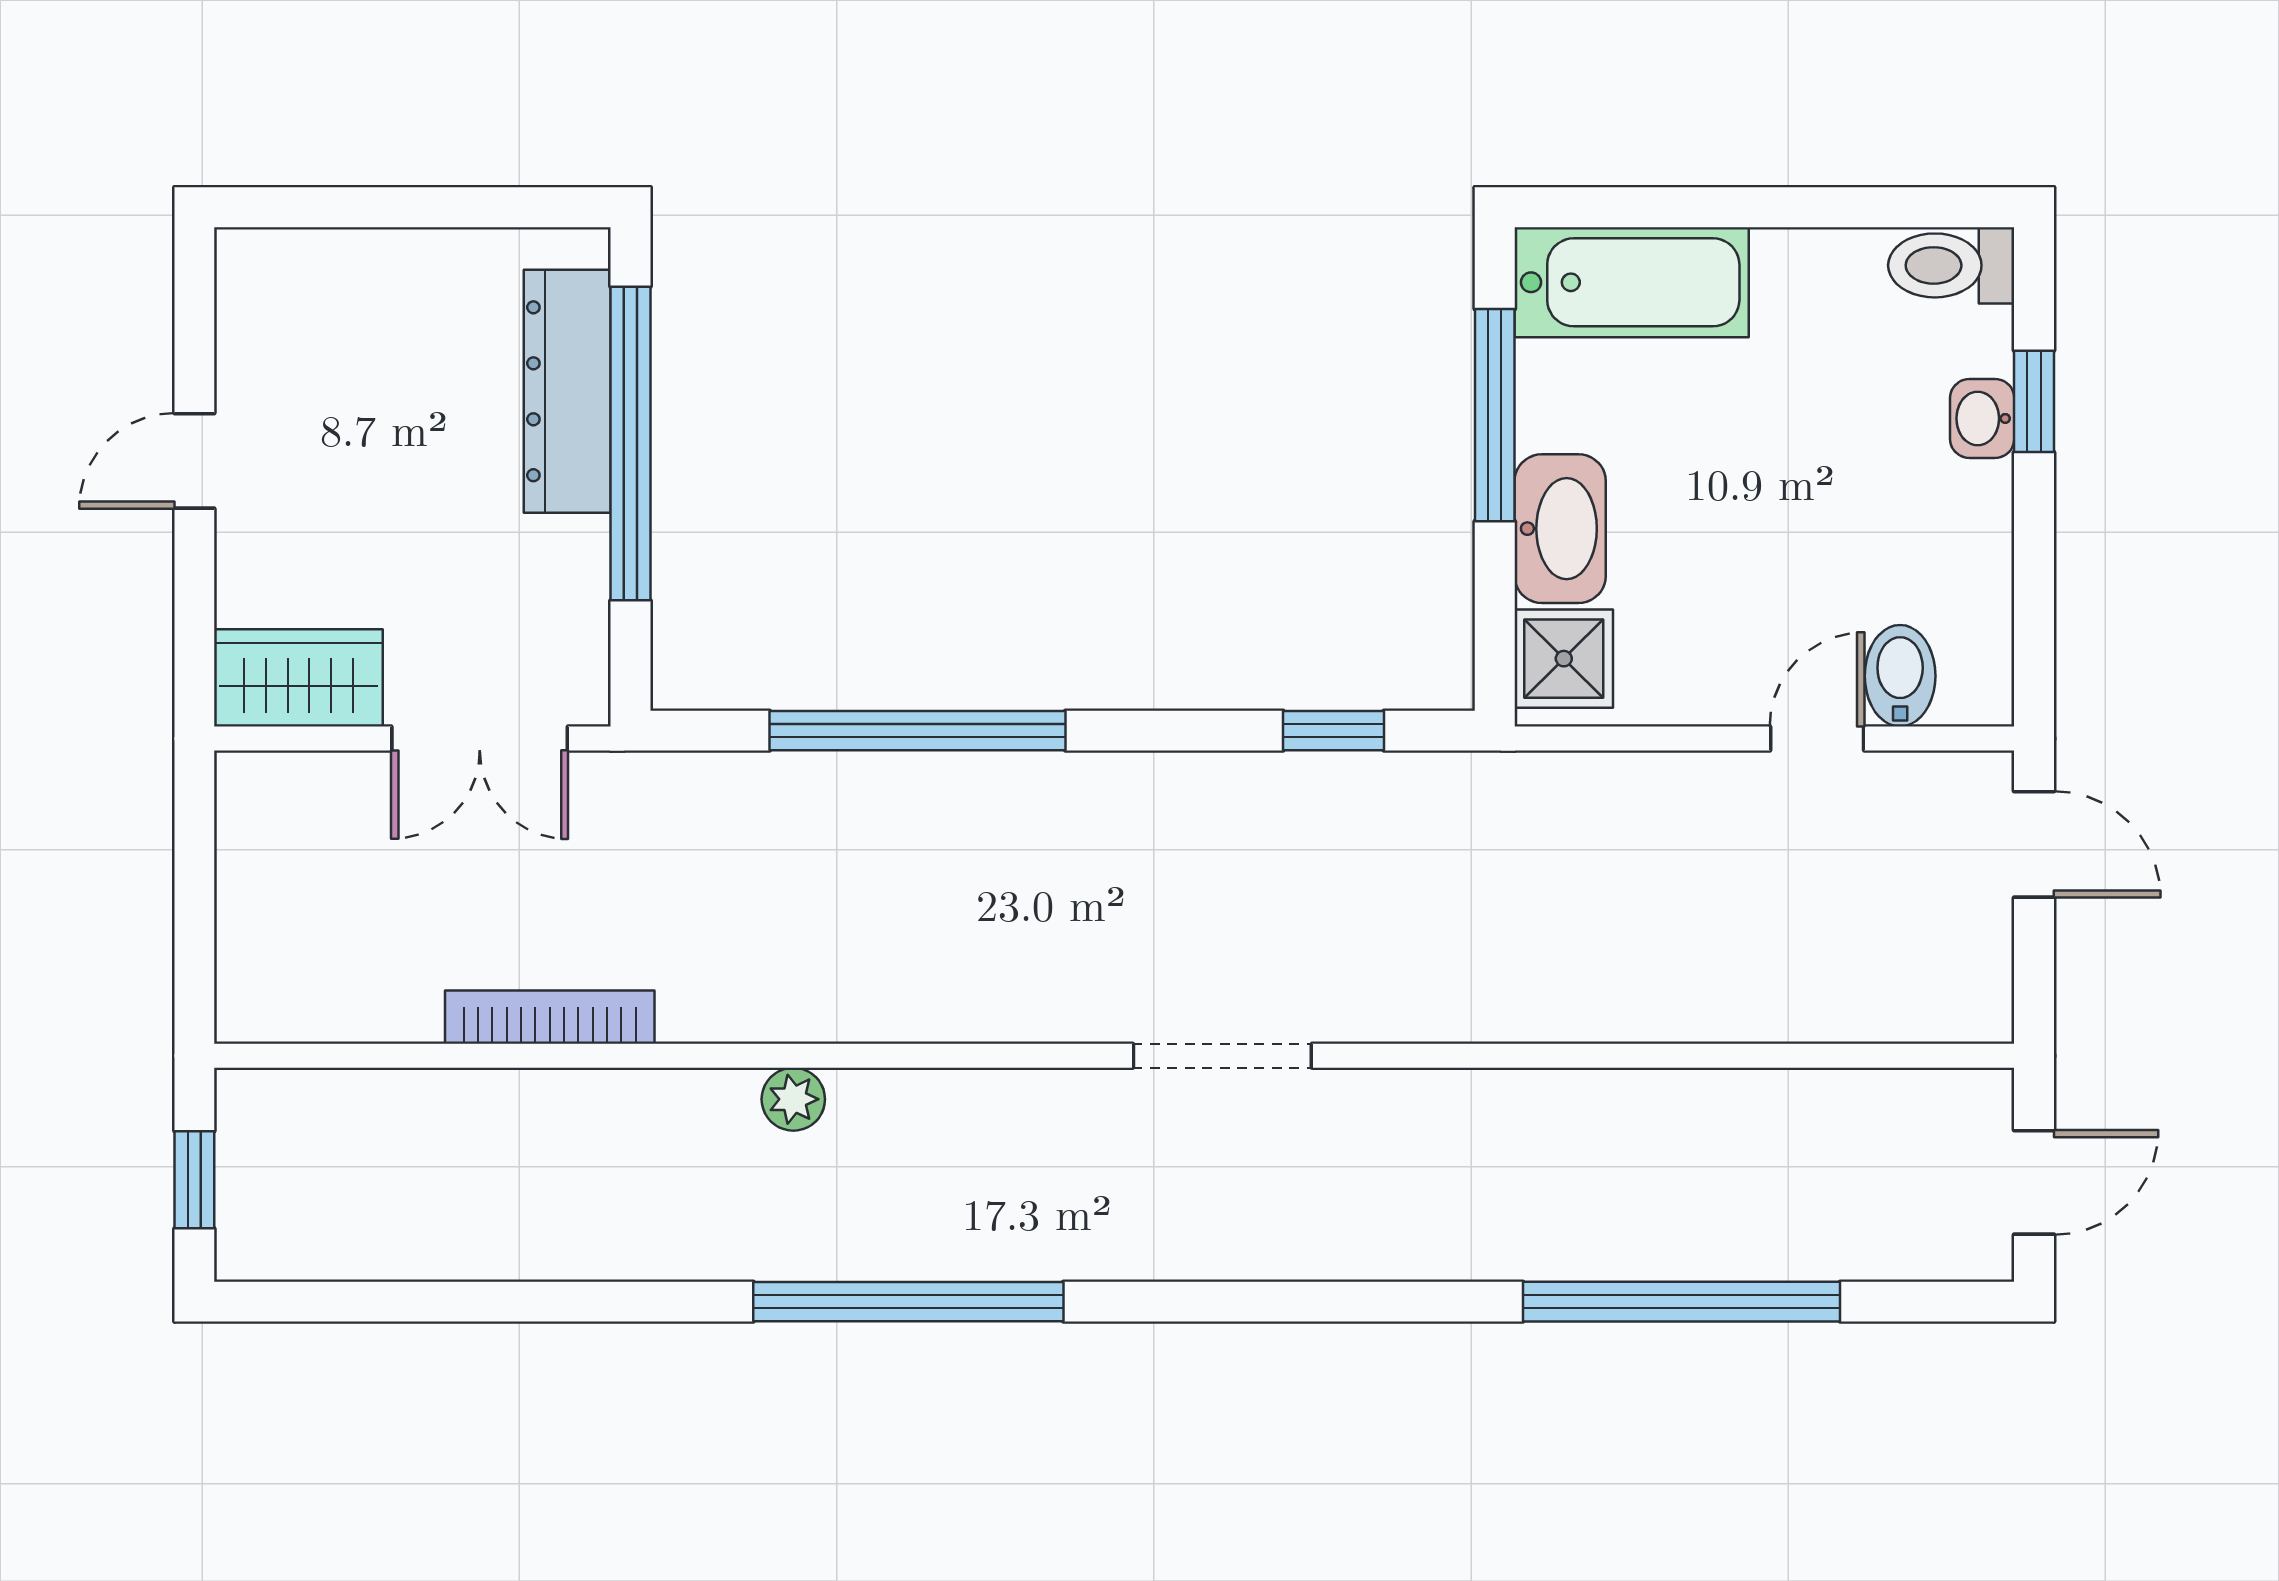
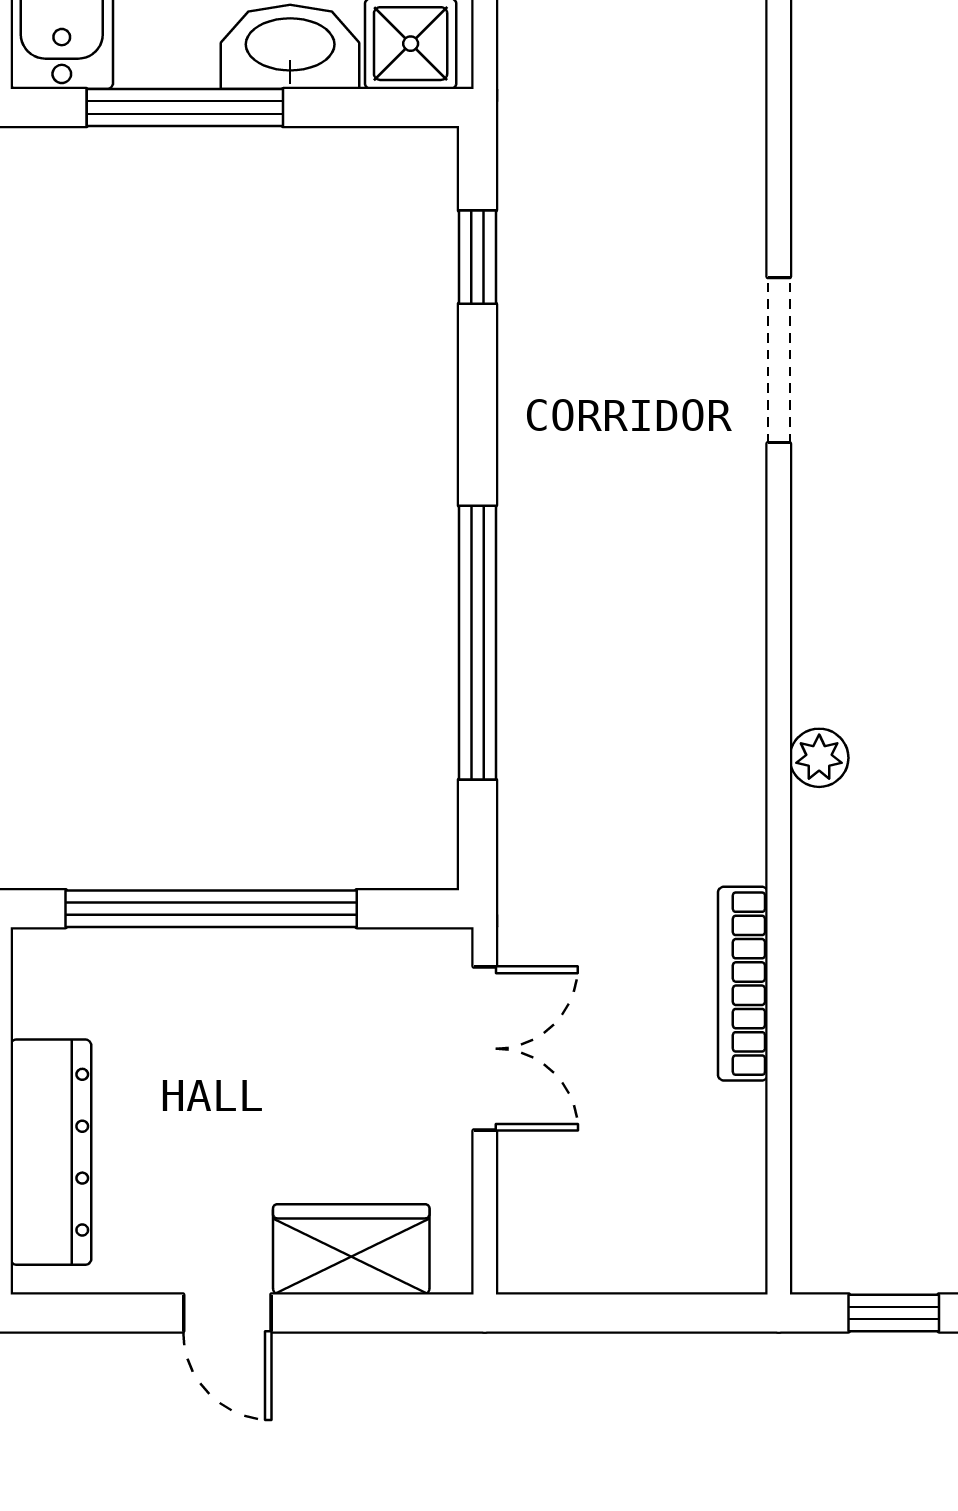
dresser: (567, 391) -> (51, 1152), moved, turned -90
wardrobe: (298, 678) -> (351, 1249), moved, turned 90

